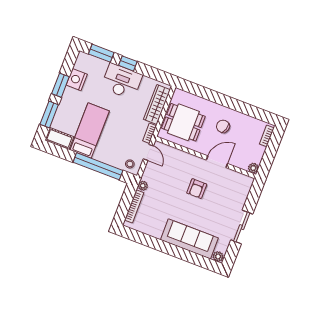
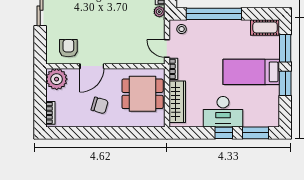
nightstand: (77, 80) -> (271, 96), removed
bed: (90, 130) -> (251, 72), moved, turned 90
plant: (253, 168) -> (57, 79), width x1.87, depth x1.87
armchair: (197, 189) -> (68, 48), moved

